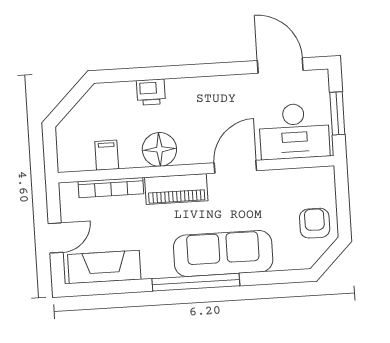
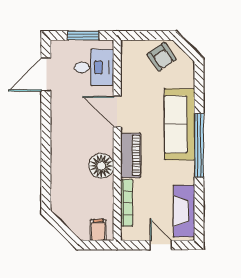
printer: (151, 92) -> (59, 170), removed
desk: (294, 131) -> (94, 67), width x0.73
filing cabinet: (107, 155) -> (98, 230), moved, turned 90
armchair: (315, 223) -> (162, 57), turned -125

